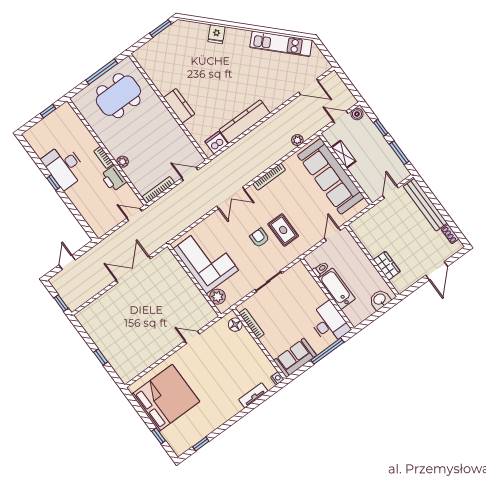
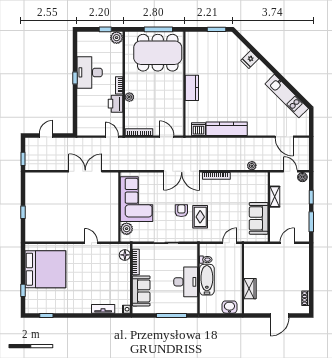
dining table: (118, 96) -> (158, 53), width x1.36, depth x1.24
plant: (66, 111) -> (117, 38), added
sofa: (331, 176) -> (259, 218), width x0.54, depth x0.79
double door: (231, 198) -> (182, 171), width x1.37
bench: (425, 205) -> (303, 268), removed
desk: (329, 323) -> (186, 282), moved
sofa: (295, 358) -> (141, 291), moved, turned 90

